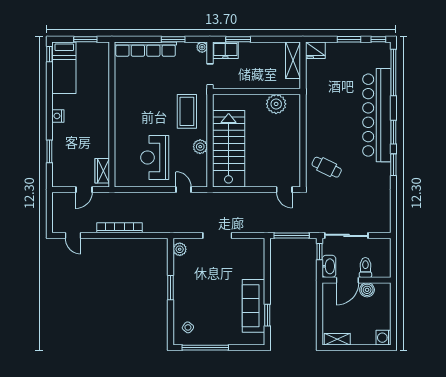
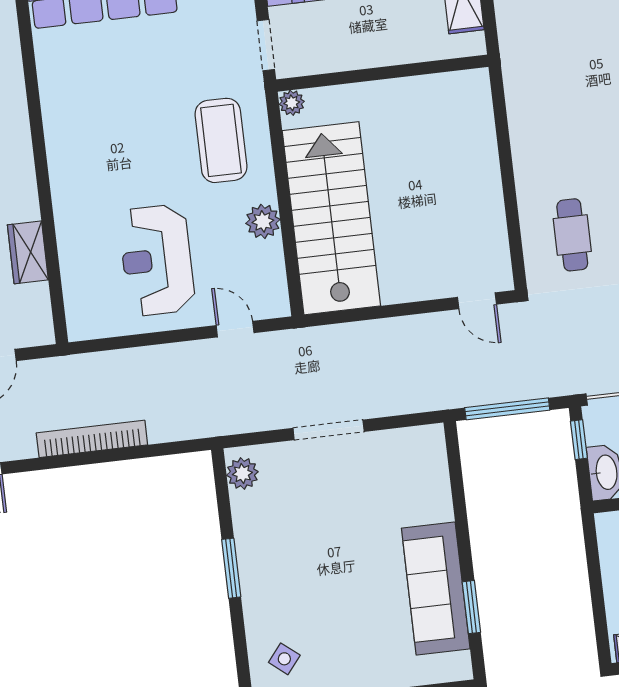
plant: (276, 104) -> (292, 103), moved, width x0.53, depth x0.53
cafe table: (327, 167) -> (572, 235), turned 64
wardrobe: (102, 171) -> (28, 252), moved

